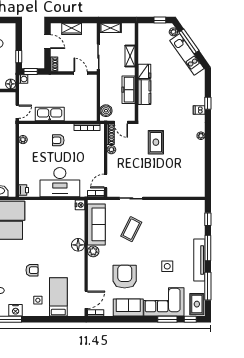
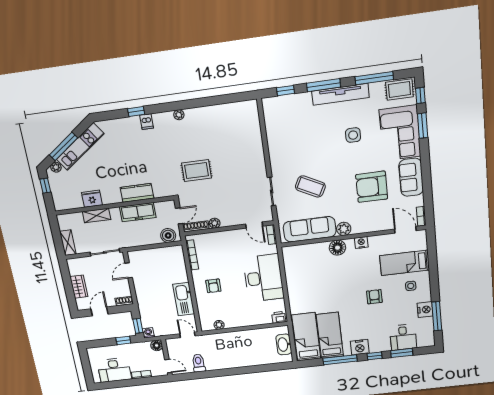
fridge: (144, 71) -> (92, 199), moved
nightstand: (80, 205) -> (361, 243), moved

